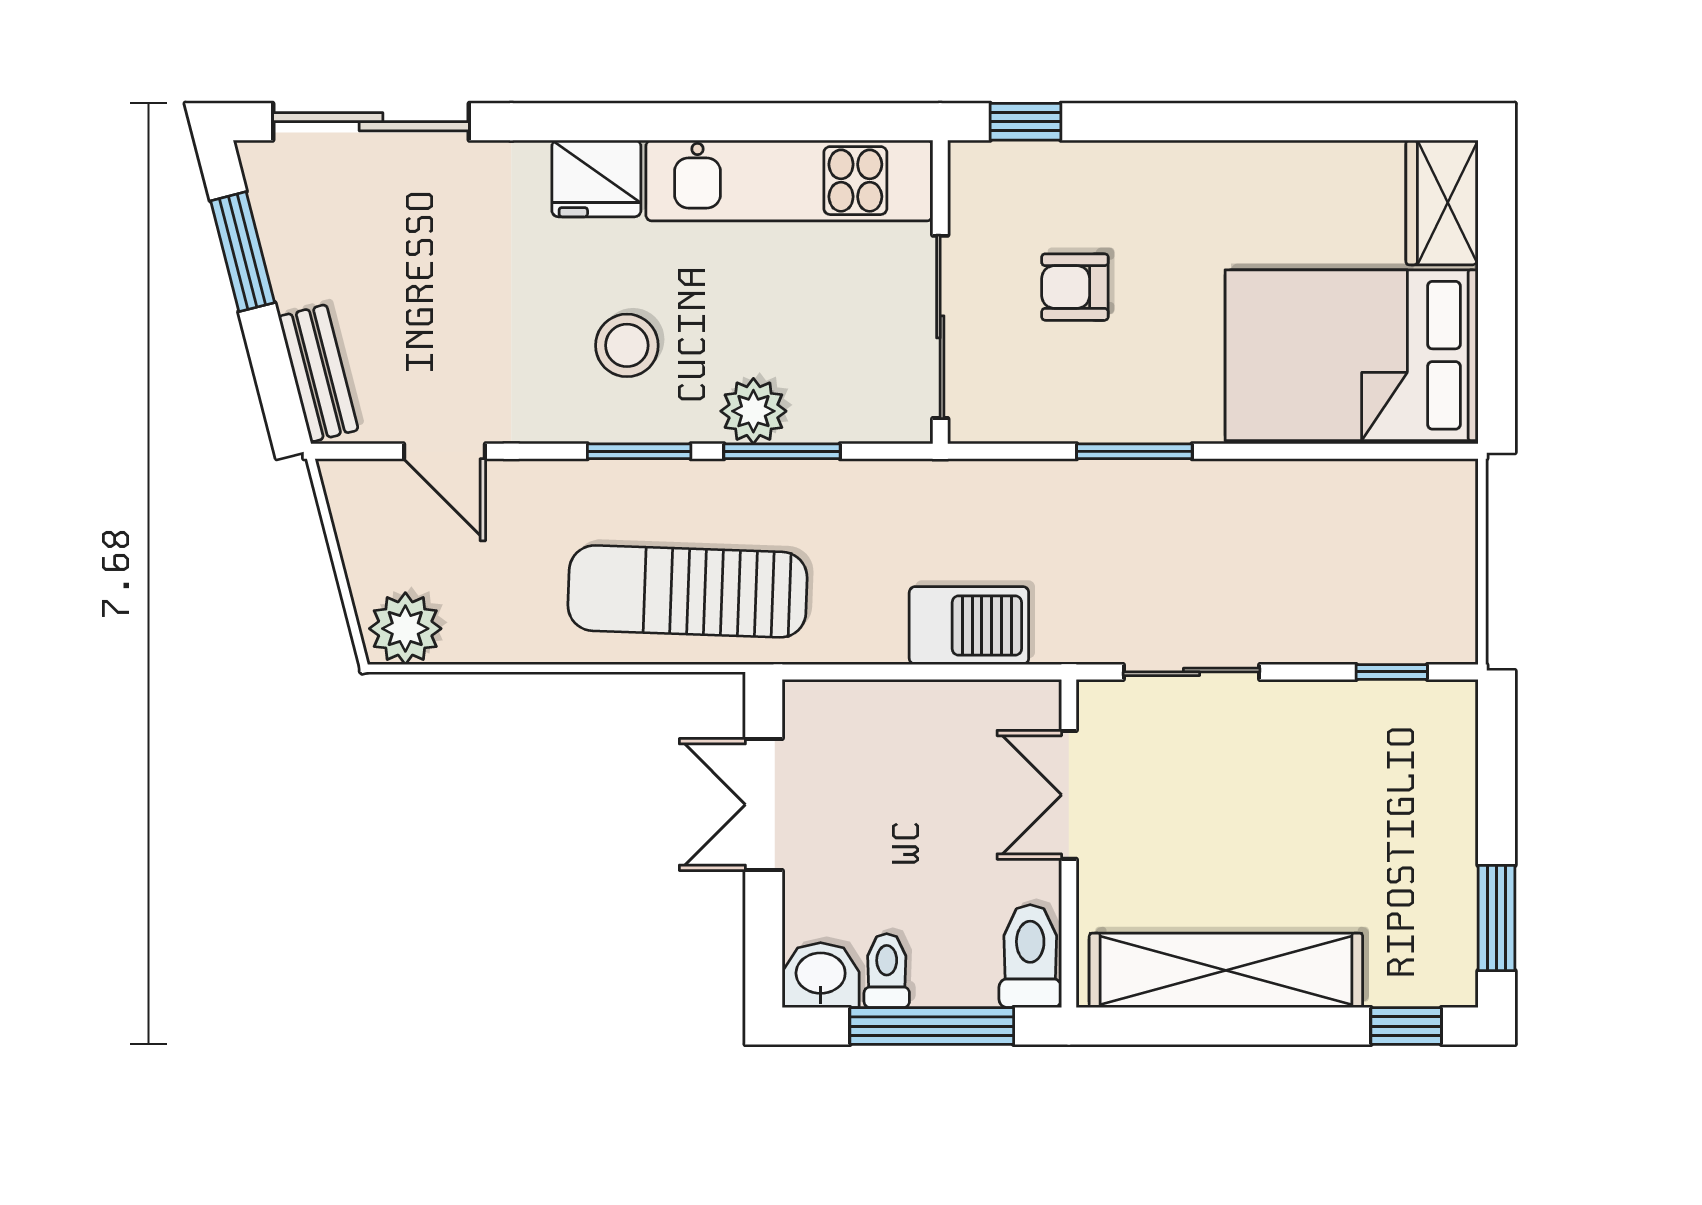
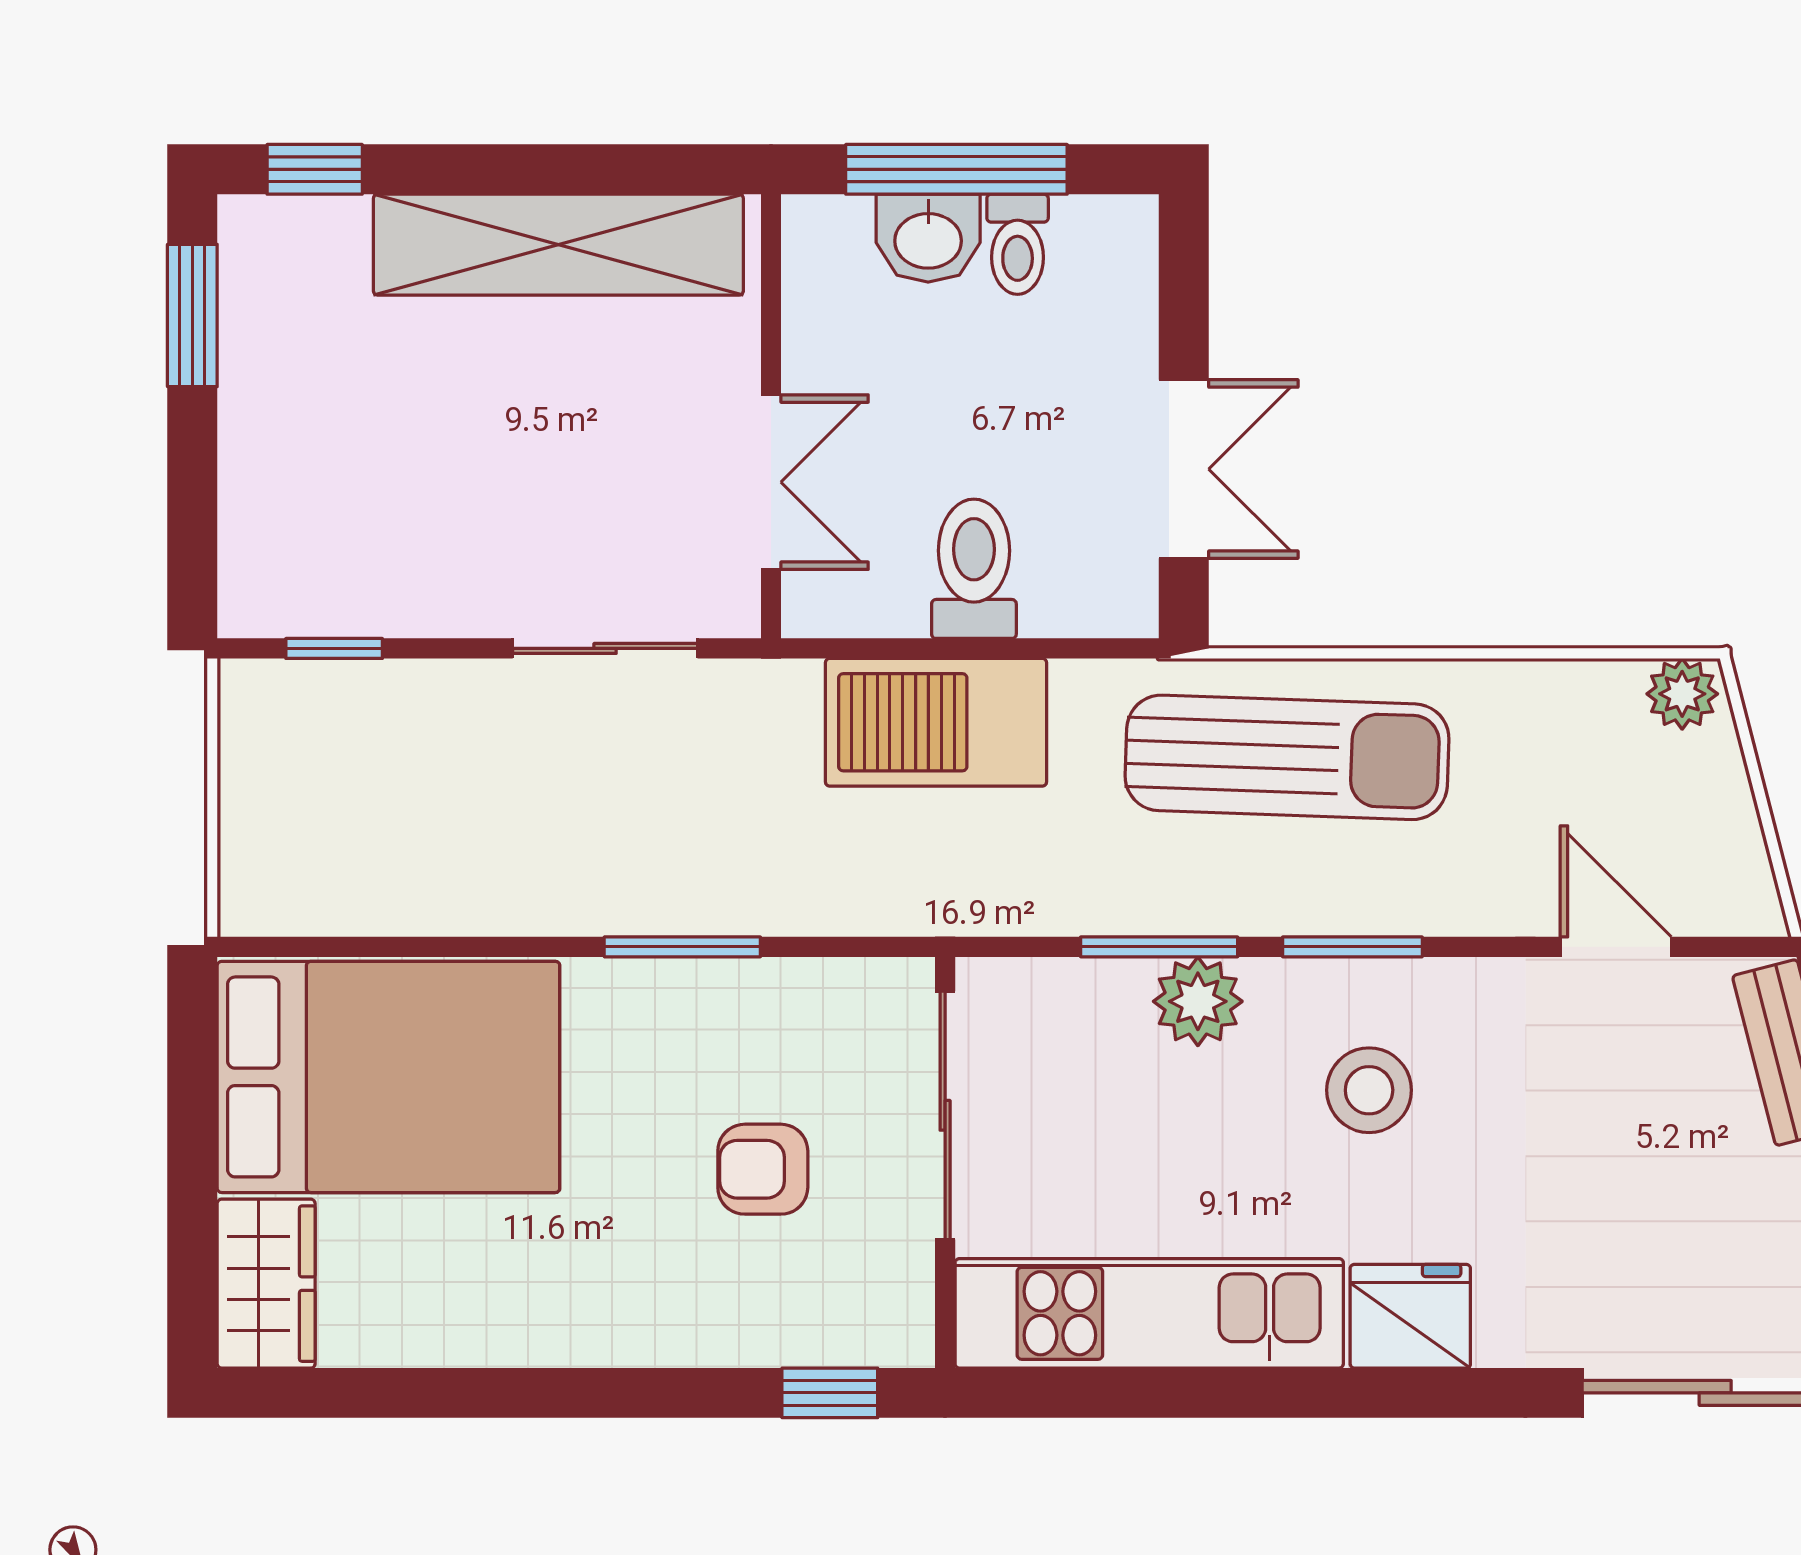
armchair: (1075, 287) -> (763, 1169), turned 180
barbecue: (969, 626) -> (936, 722), width x1.37, depth x1.21
plant: (405, 629) -> (1682, 694), width x0.73, depth x0.73
toilet: (1030, 956) -> (974, 569), moved, turned 180
washbasin: (821, 975) -> (928, 238), moved

